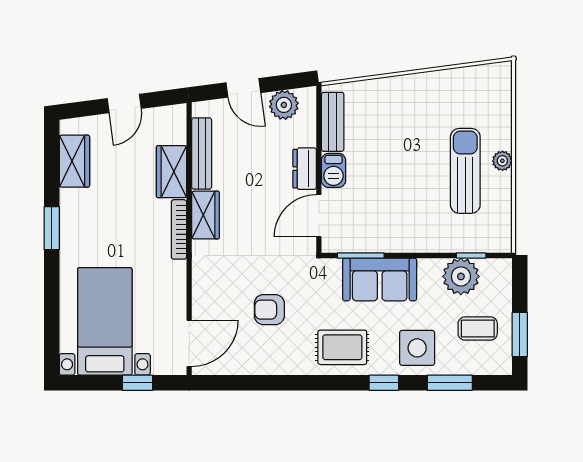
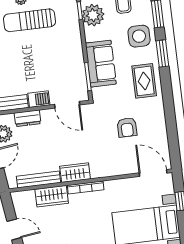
dresser: (305, 169) -> (28, 118), moved
window: (384, 383) -> (162, 53), width x1.50

